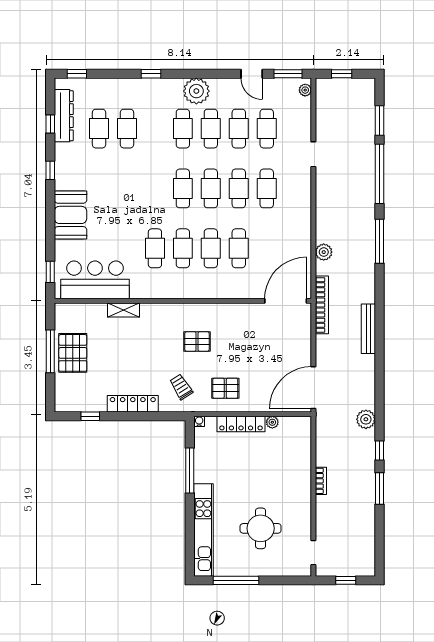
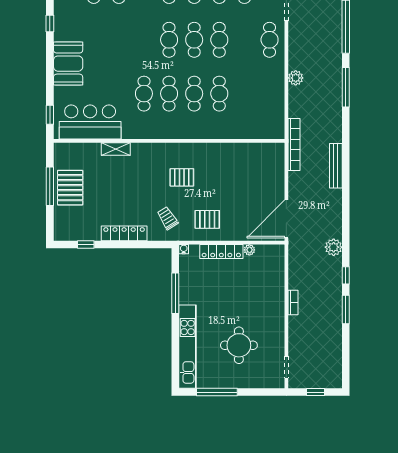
cafe table: (267, 188) -> (270, 40), moved
plant: (324, 252) -> (296, 78), moved
door: (286, 301) -> (261, 141), removed

